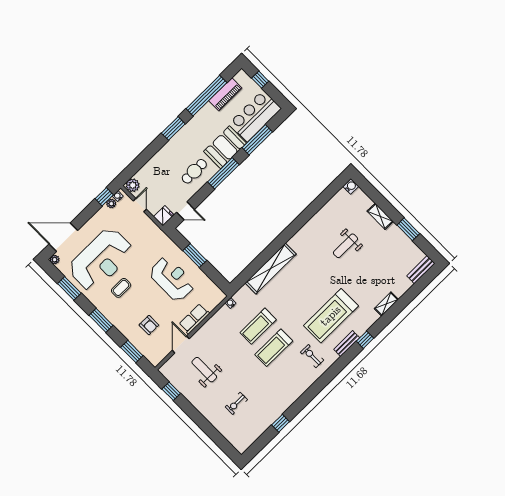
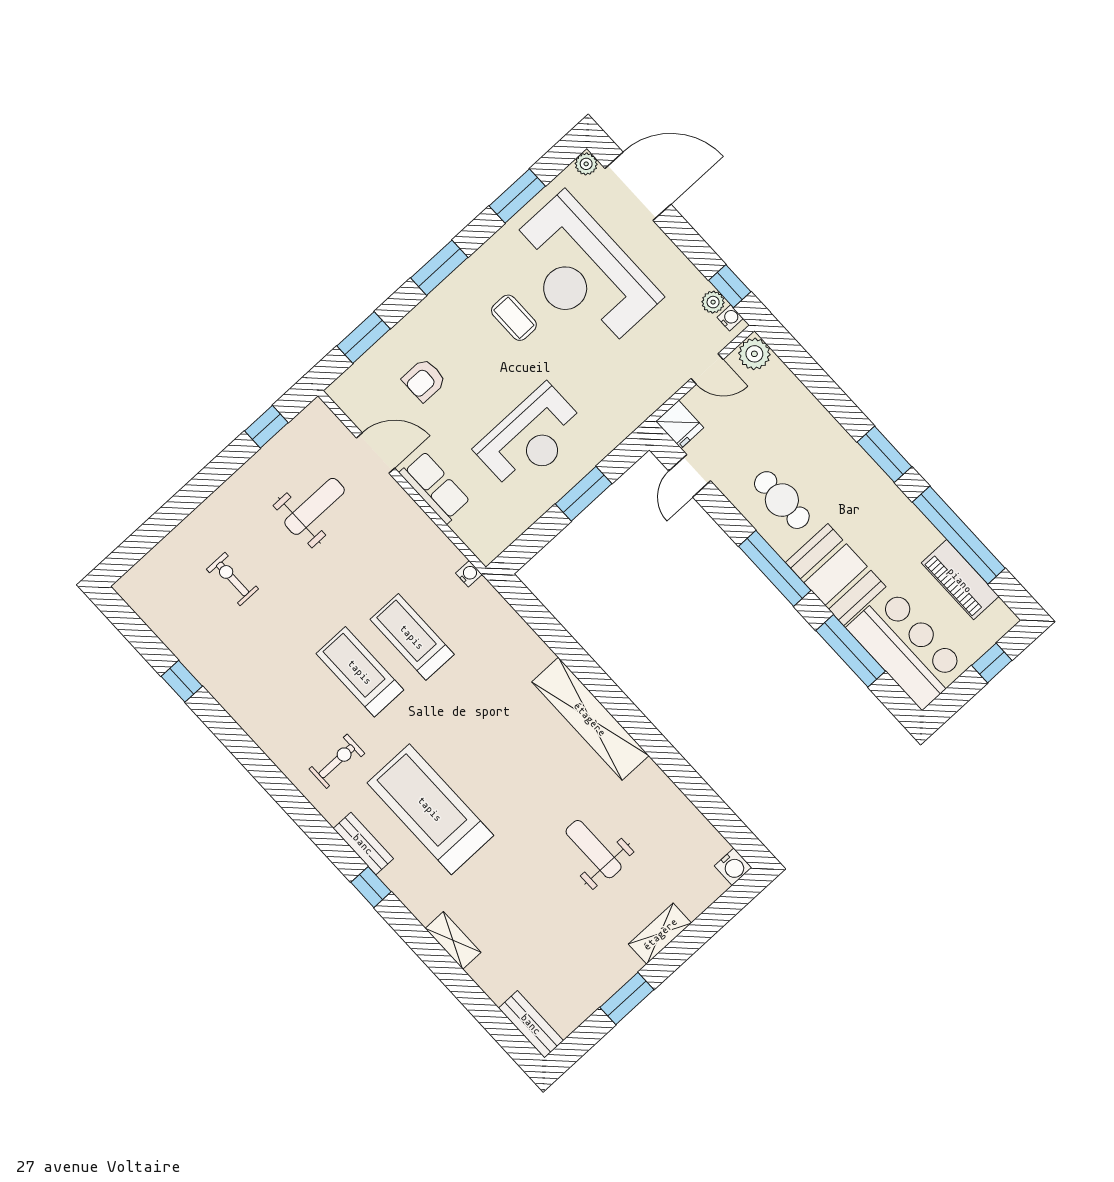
door: (63, 237) -> (638, 186), hinge flipped
shelving: (271, 269) -> (590, 719), moved

